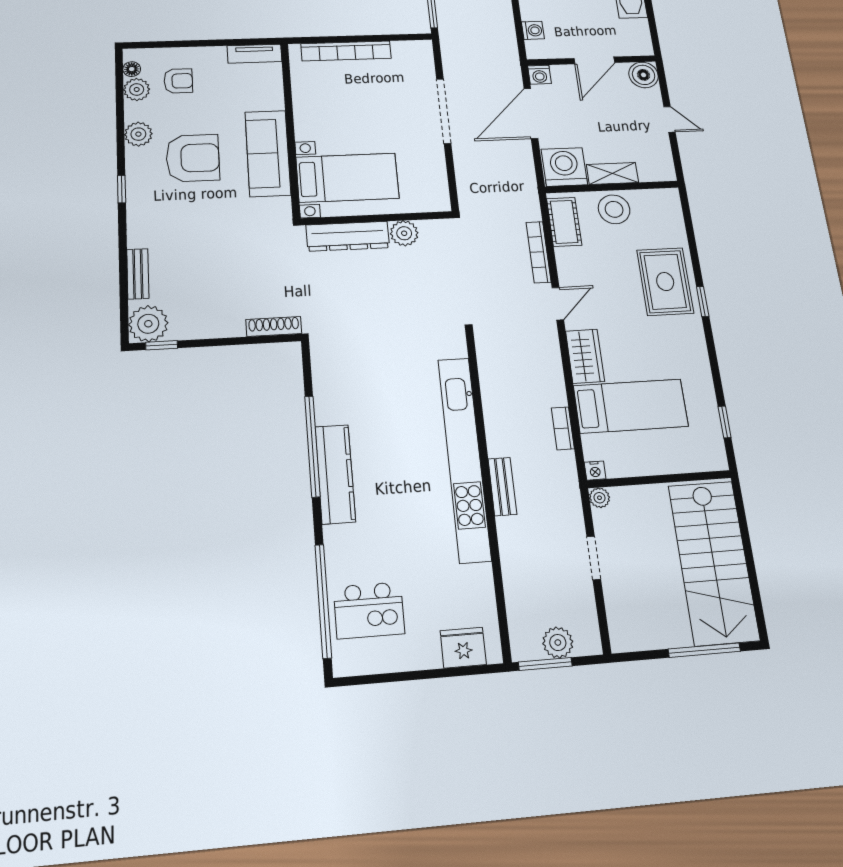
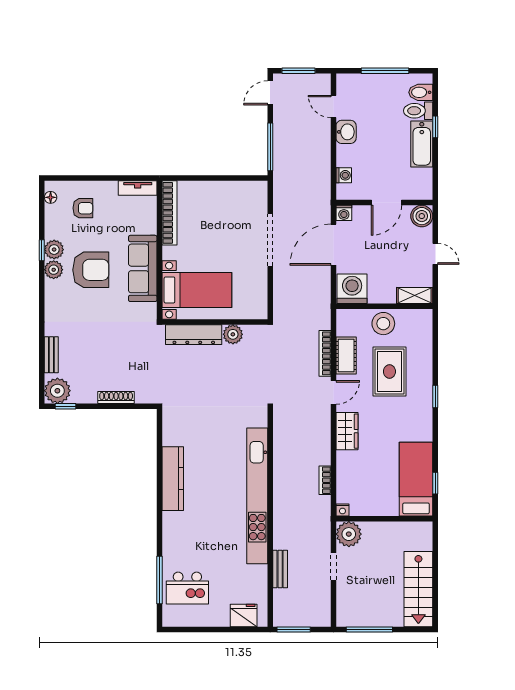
bookcase: (346, 51) -> (169, 213), moved, turned -90
plant: (137, 89) -> (54, 270), moved
shelving: (612, 173) -> (415, 295), moved
window: (122, 189) -> (42, 250), moved
cot: (564, 222) -> (346, 356), moved
rug: (665, 282) -> (389, 372), moved
shoe rack: (274, 326) -> (116, 398), moved
bed: (631, 406) -> (416, 479), moved, turned -90
window: (312, 446) -> (160, 481), removed
kitchen counter: (335, 474) -> (173, 479), moved
bench: (502, 487) -> (280, 569), moved
plant: (600, 498) -> (349, 534), width x1.87, depth x1.87
stairs: (714, 562) -> (418, 589), width x0.73, depth x0.66
window: (323, 601) -> (160, 580), width x0.68
plant: (558, 642) -> (303, 617), removed
window: (704, 650) -> (369, 629), moved

